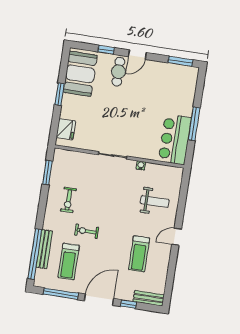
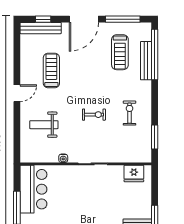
fridge: (66, 129) -> (134, 174), moved, turned -90
exercise bike: (87, 231) -> (94, 115), moved
treadmill: (69, 261) -> (120, 52), turned 180
bench: (149, 298) -> (41, 28), width x1.36
window: (128, 304) -> (43, 19), moved

